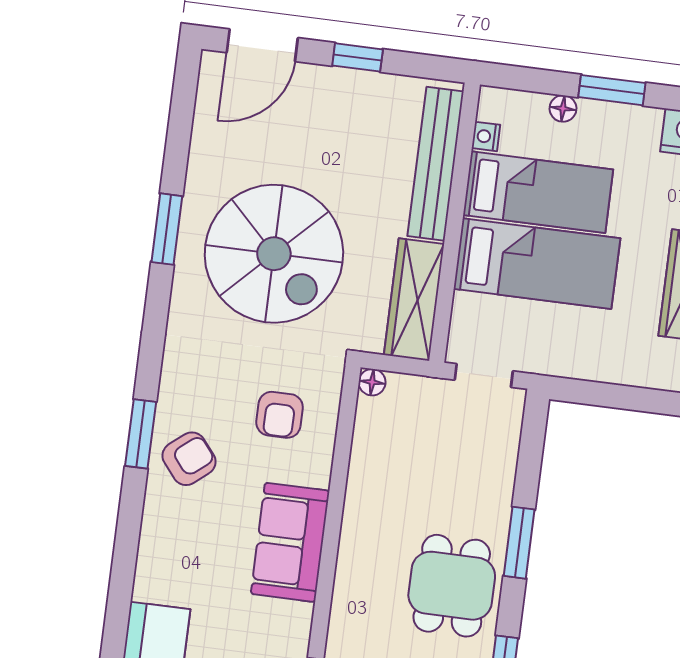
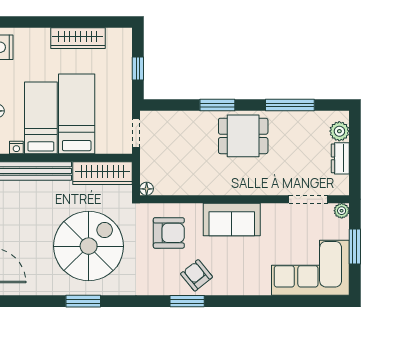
window: (611, 396) -> (138, 68), added
armchair: (280, 415) -> (169, 233), width x1.38, depth x1.38

